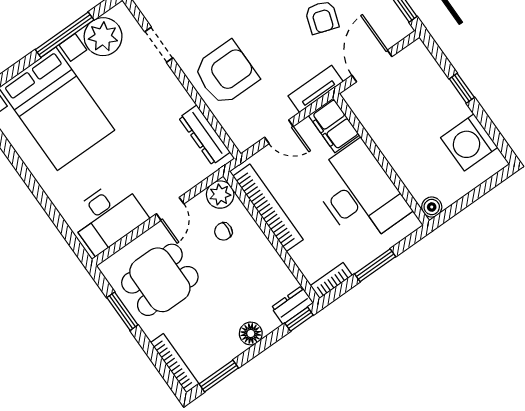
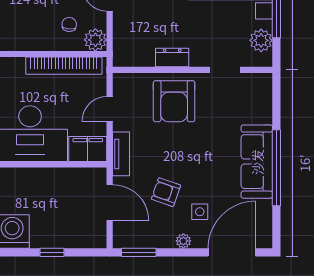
plant: (103, 37) -> (261, 40), width x0.73, depth x0.73
dresser: (204, 135) -> (172, 58), moved, width x0.70

